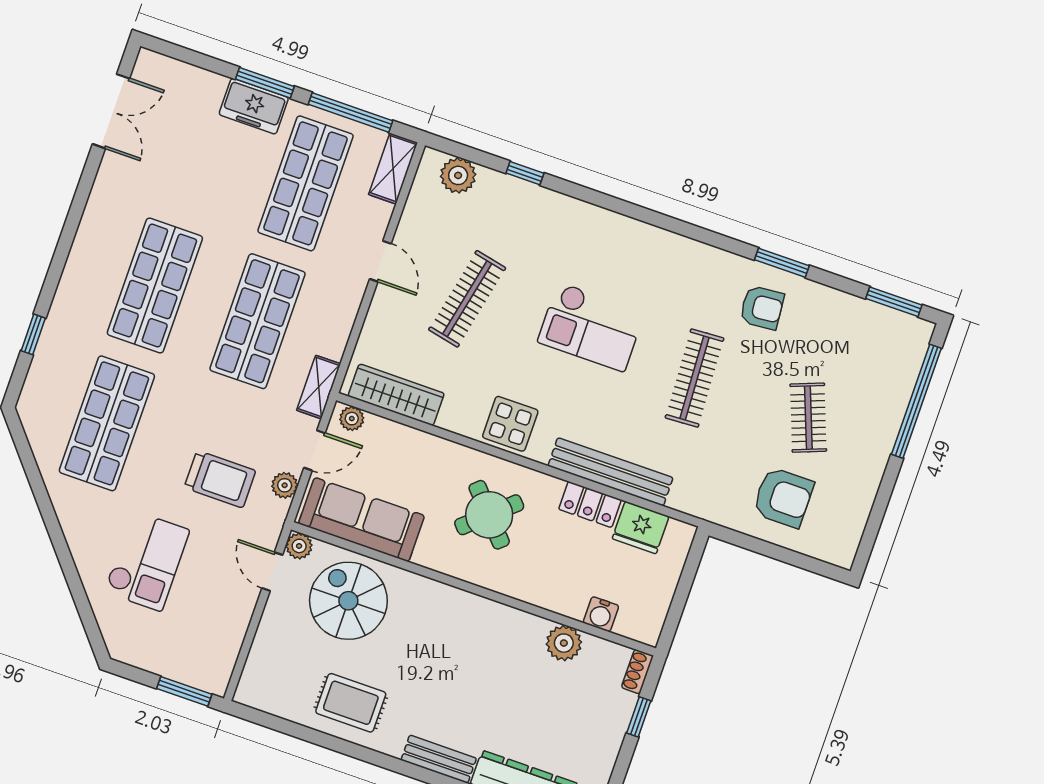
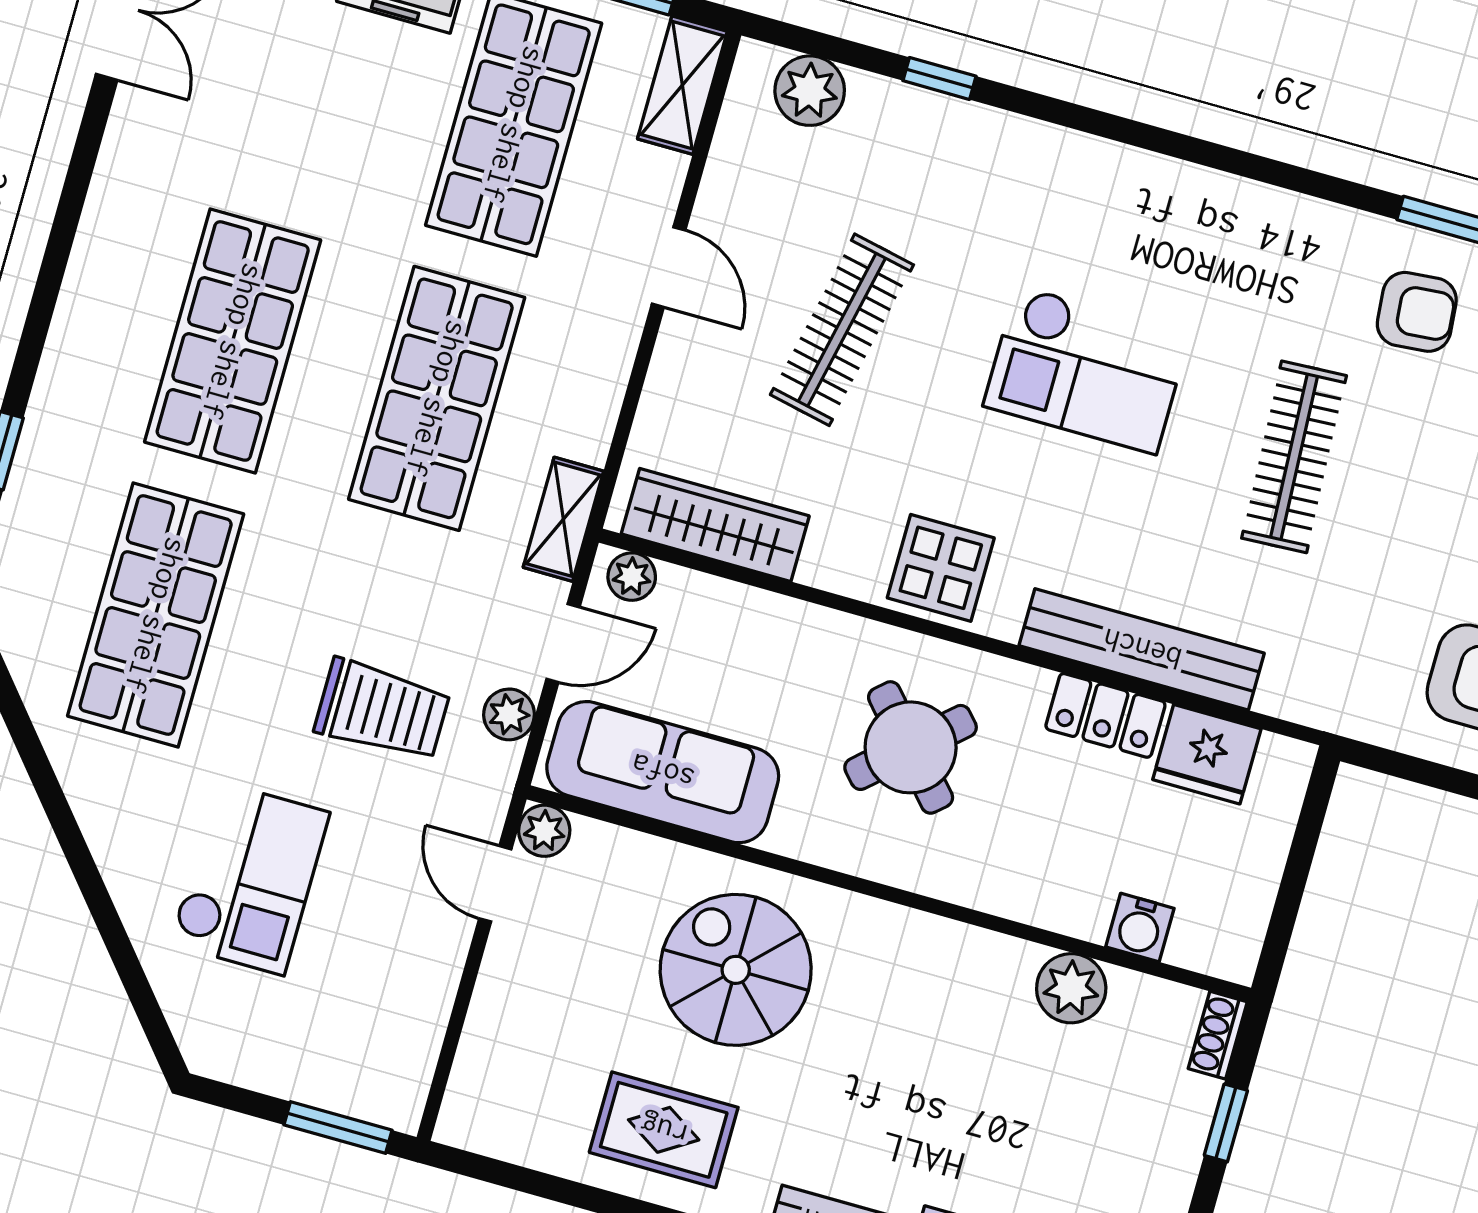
spiral stairs: (348, 601) -> (736, 970), moved

